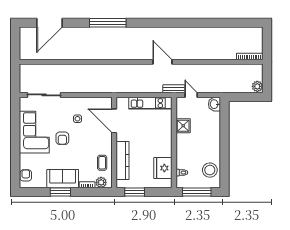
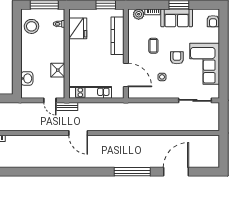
door: (49, 23) -> (176, 172), moved
washbasin: (214, 104) -> (27, 78), moved
coffee table: (102, 163) -> (153, 46), moved

